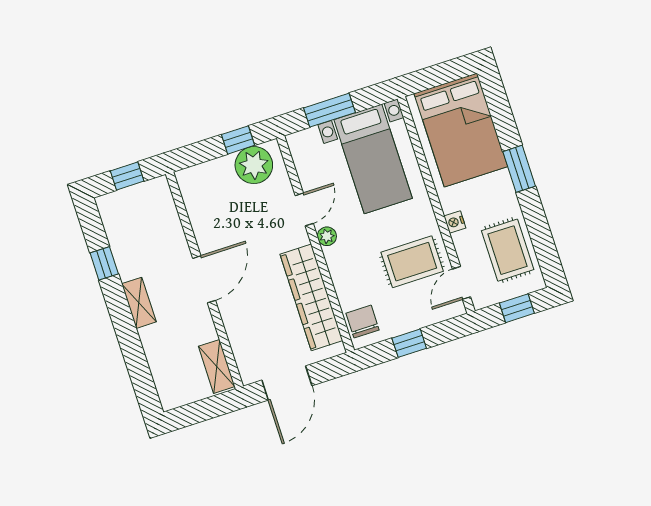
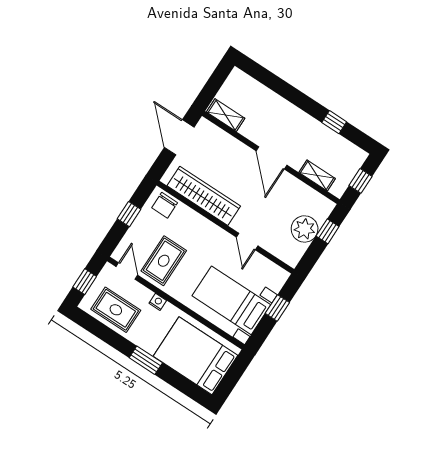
window: (329, 110) -> (277, 308), width x0.67
window: (238, 140) -> (328, 231), moved
plant: (254, 165) -> (305, 229), moved
plant: (327, 236) -> (223, 237), removed
shelving: (139, 303) -> (317, 175), moved
chair: (363, 322) -> (165, 205), turned 90

